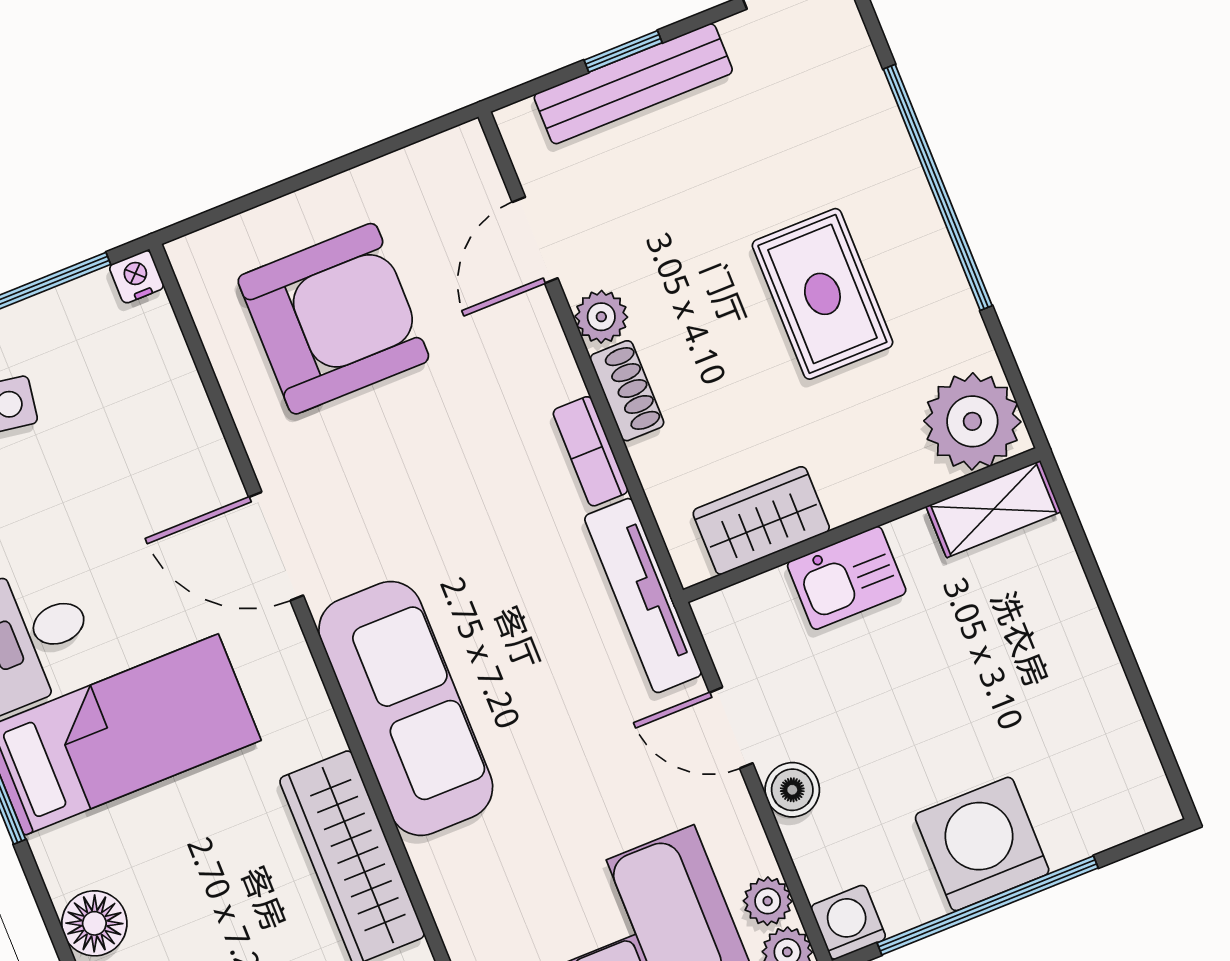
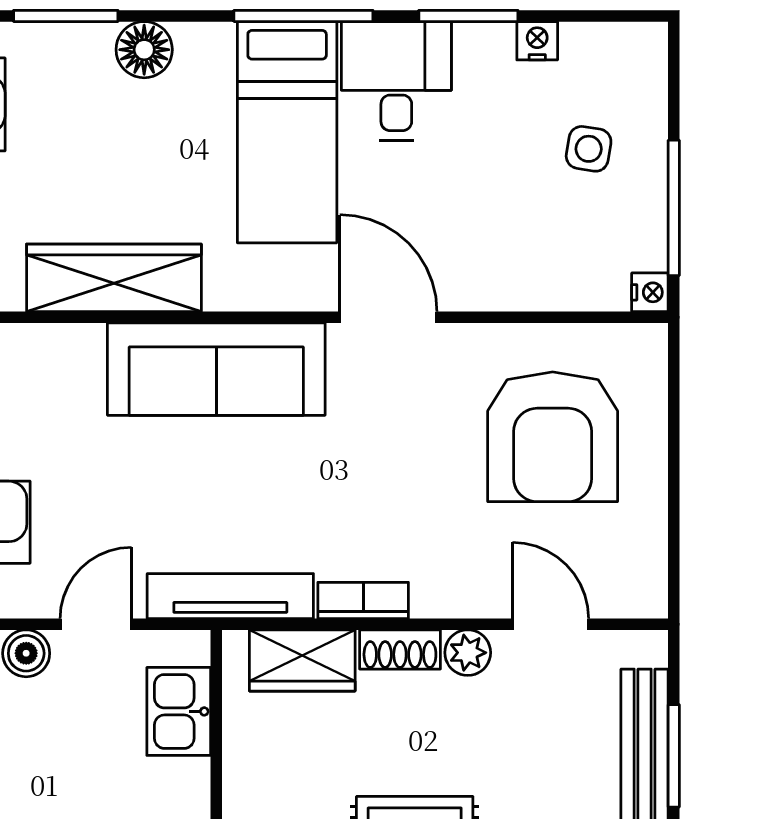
window: (623, 51) -> (674, 756), width x1.50
wardrobe: (761, 521) -> (302, 660), moved, turned 90
door: (276, 546) -> (388, 317), hinge flipped
kitchen sink: (847, 578) -> (179, 711), moved

